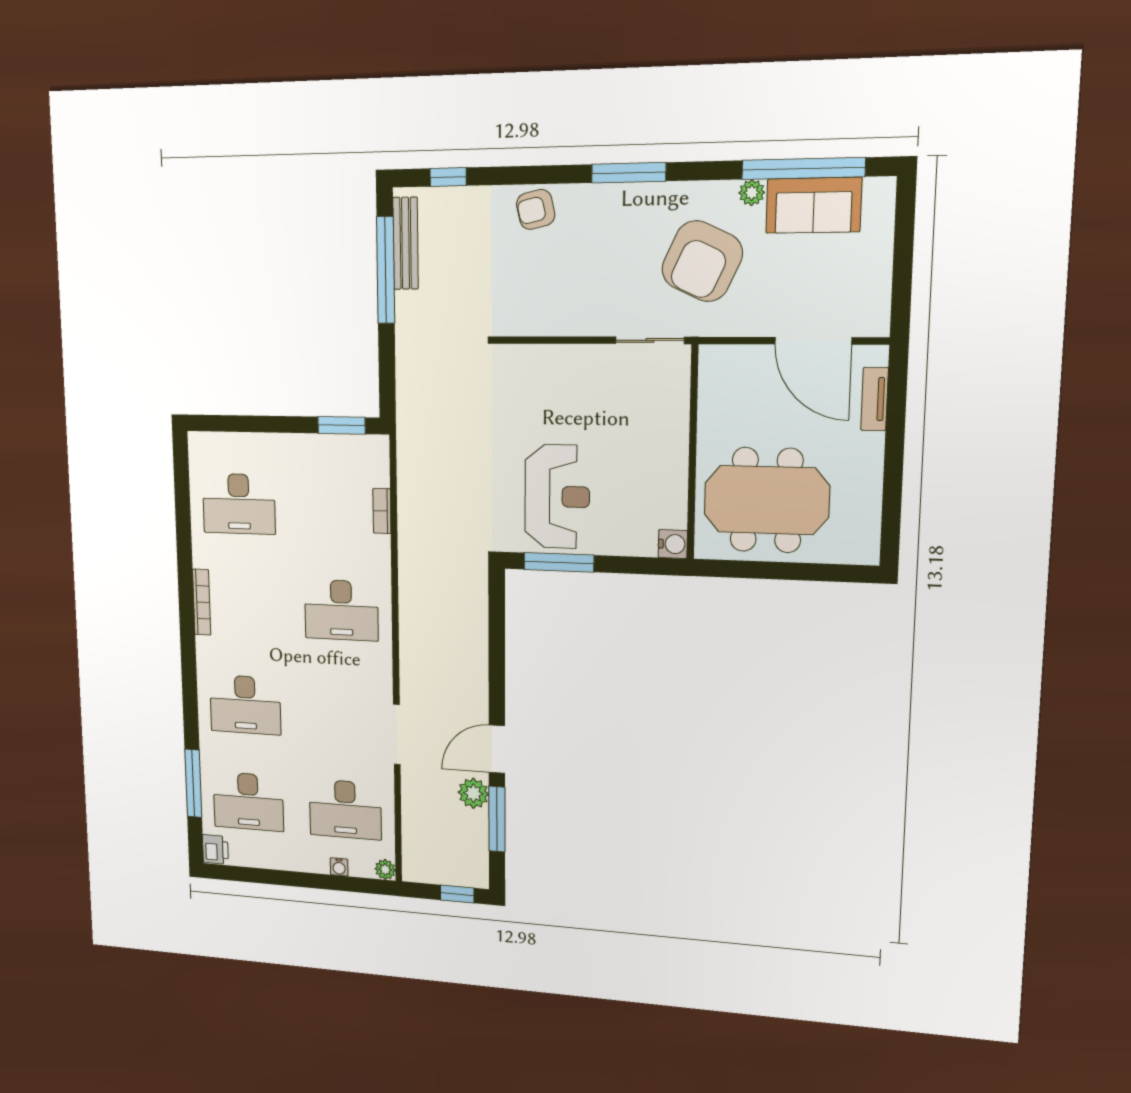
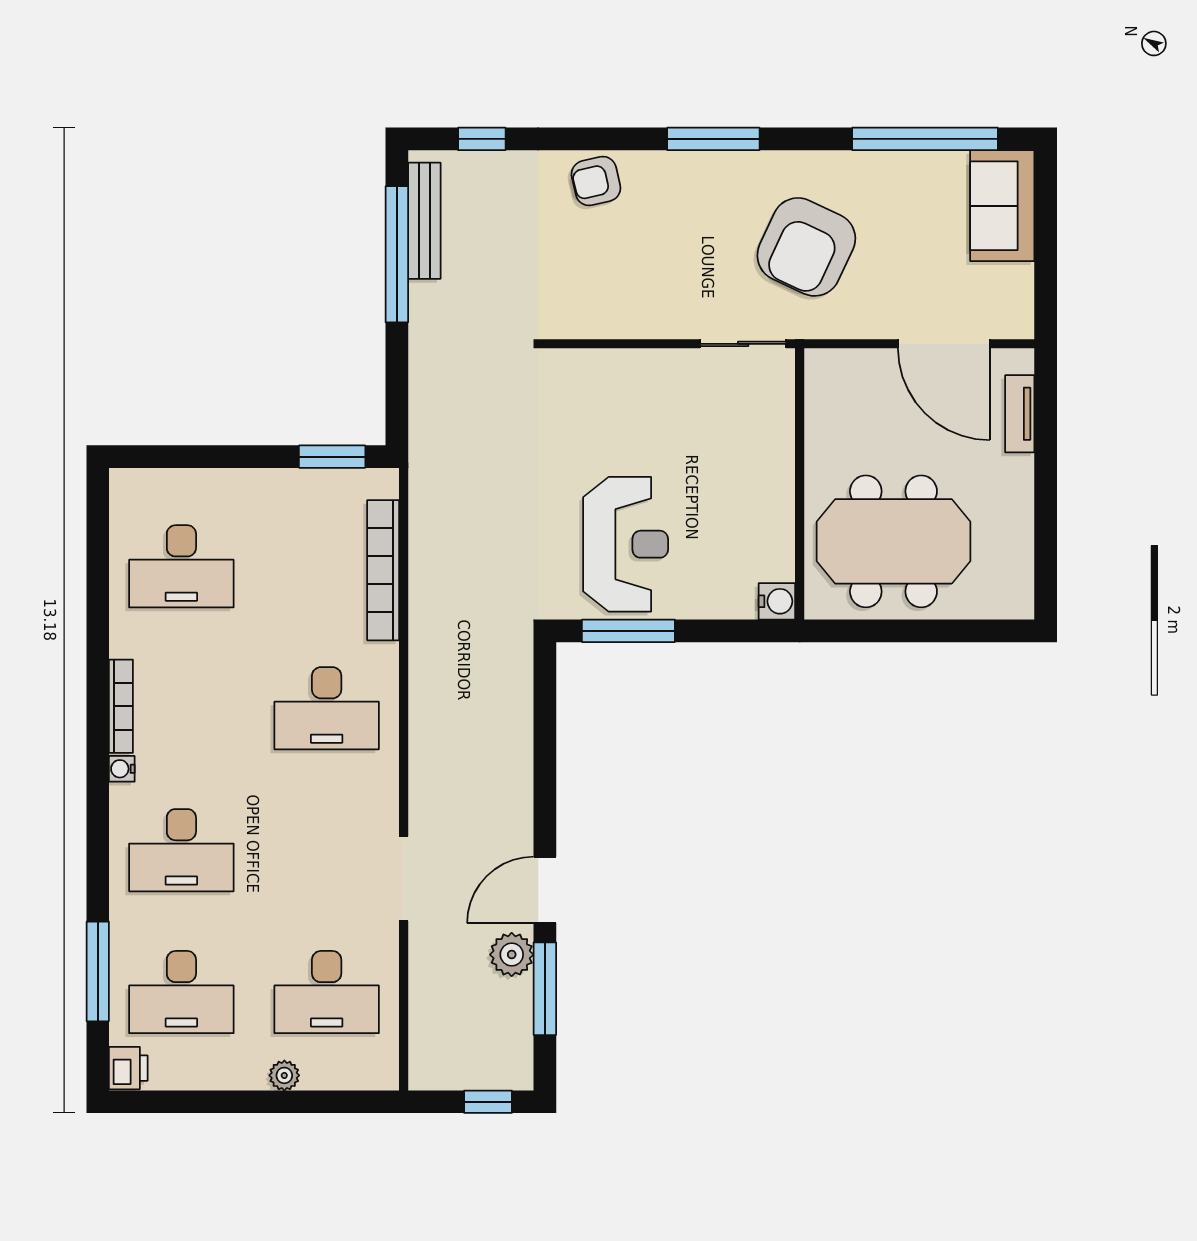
plant: (752, 193) -> (865, 166), removed
sofa: (814, 205) -> (1002, 206), moved, turned 90
bookcase: (382, 511) -> (383, 570), width x2.31, depth x1.31
water cooler: (339, 867) -> (122, 769), moved, turned 90
plant: (385, 870) -> (284, 1075), moved

